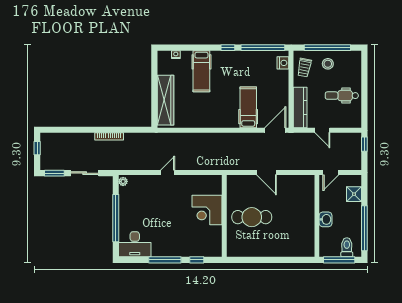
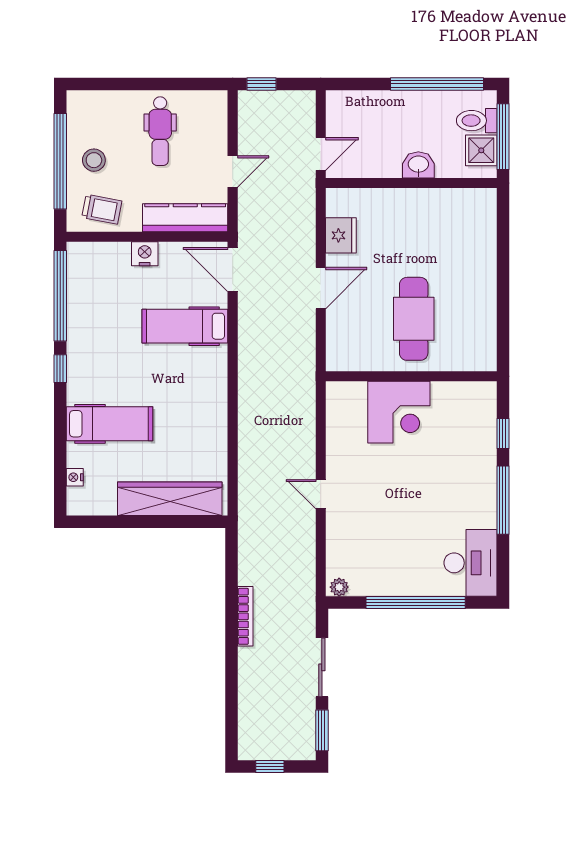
nightstand: (283, 63) -> (145, 254), moved
door: (331, 173) -> (321, 154), hinge flipped
fridge: (292, 182) -> (341, 235), added
shower: (354, 194) -> (481, 150), moved

